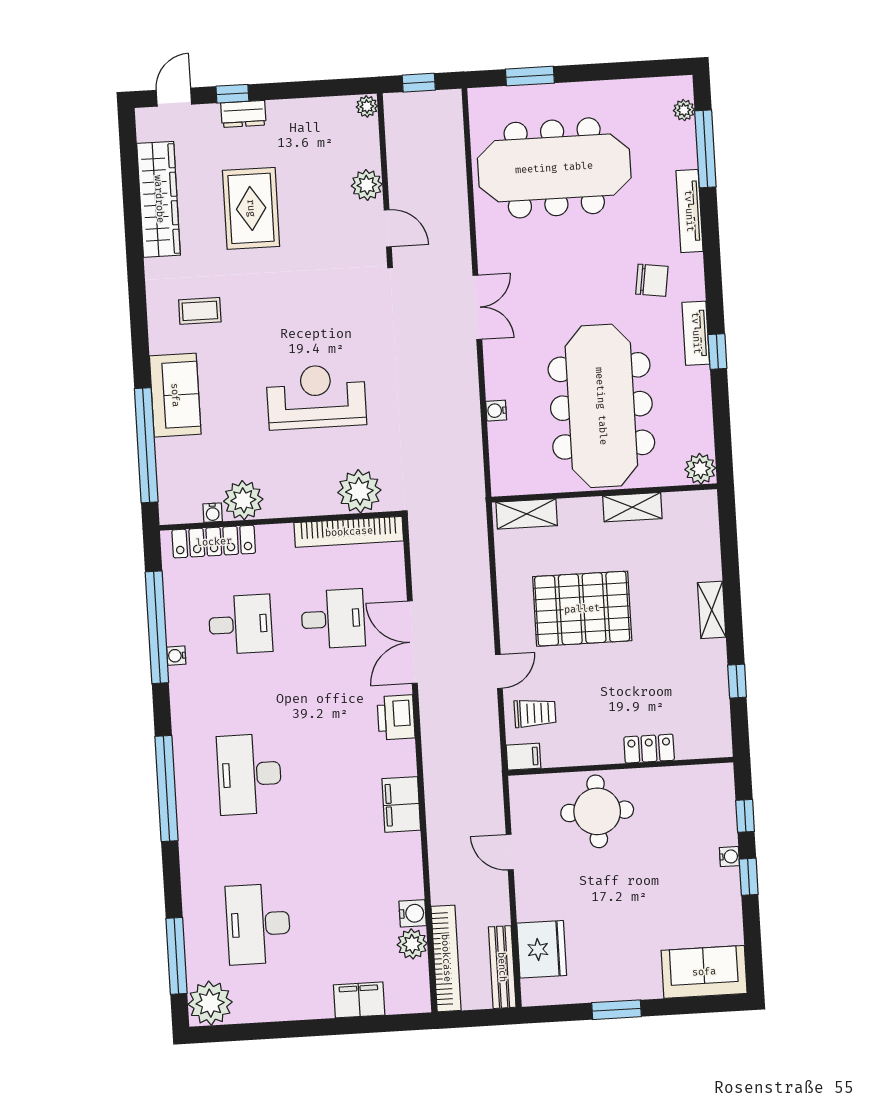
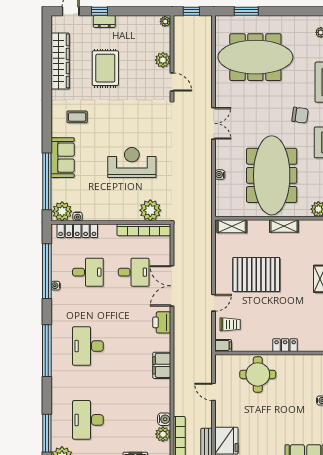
plant: (243, 500) -> (62, 211), moved

